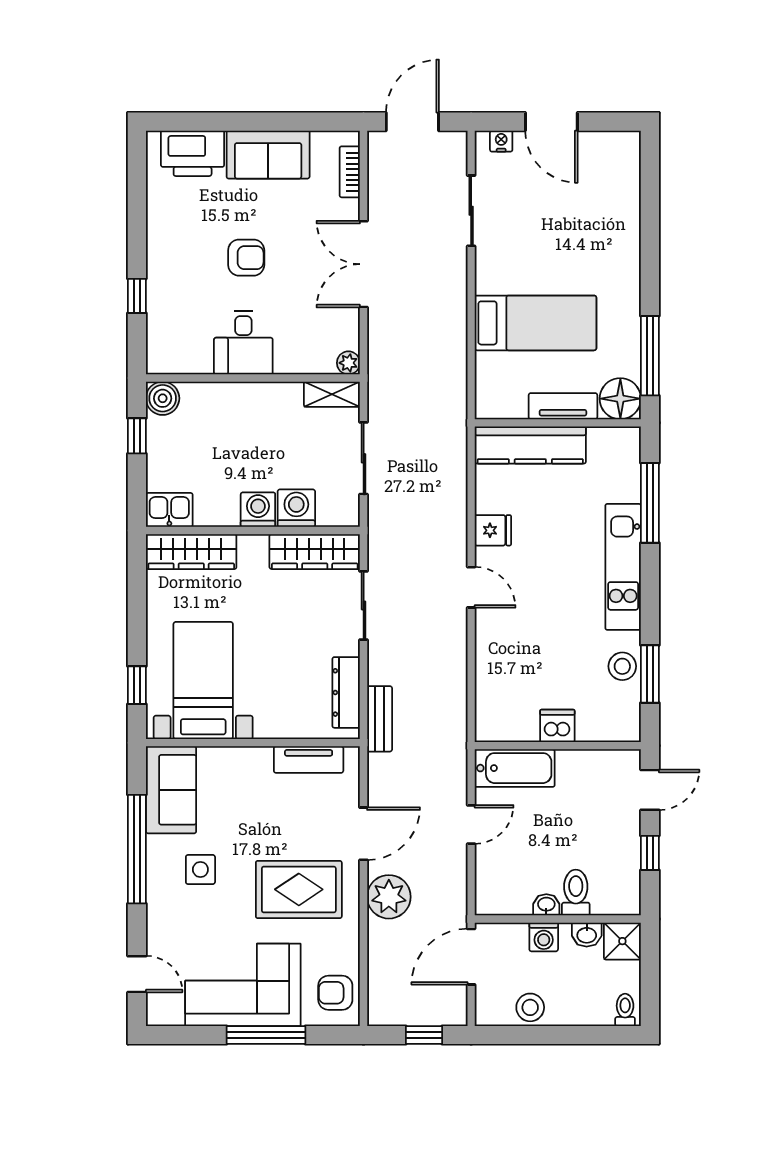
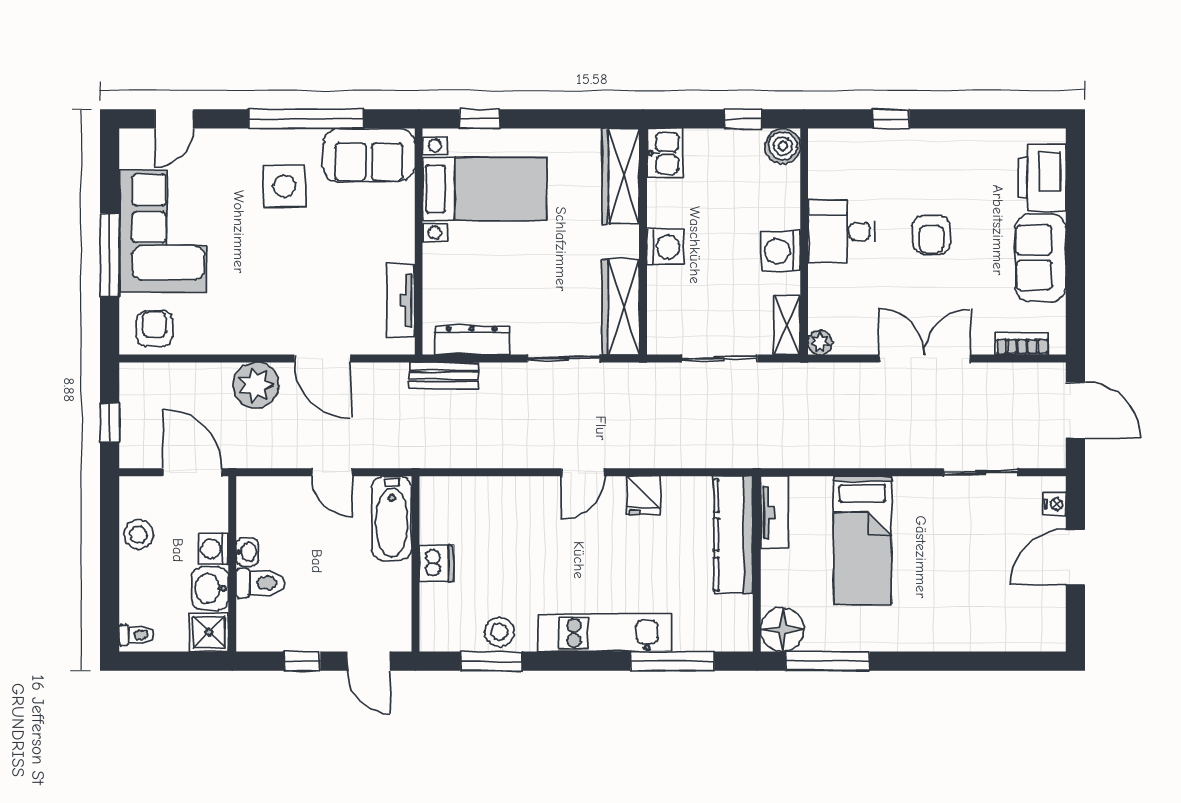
tv unit: (563, 406) -> (774, 512), moved
washing machine: (296, 508) -> (781, 251), moved, turned 180
side table: (200, 870) -> (285, 186), width x1.37, depth x1.37
rug: (299, 889) -> (263, 290), removed
washbasin: (587, 935) -> (210, 588), width x1.38, depth x1.45

